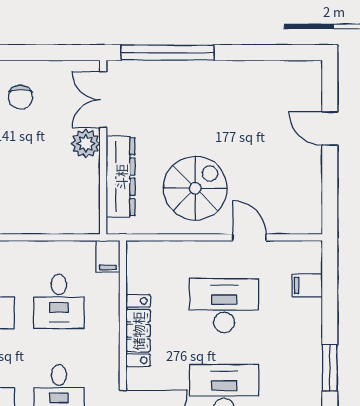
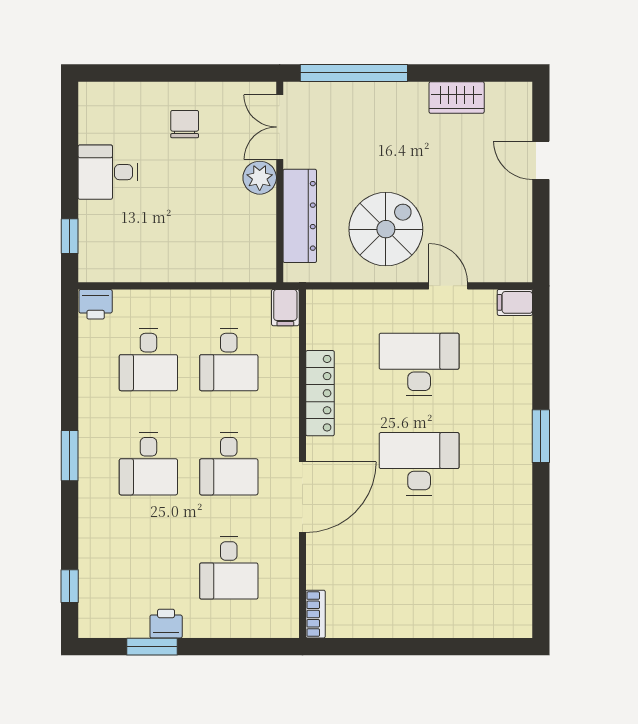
wardrobe: (257, 74) -> (457, 97), added
chair: (21, 97) -> (185, 124), turned 180
filing cabinet: (307, 285) -> (515, 302), moved

